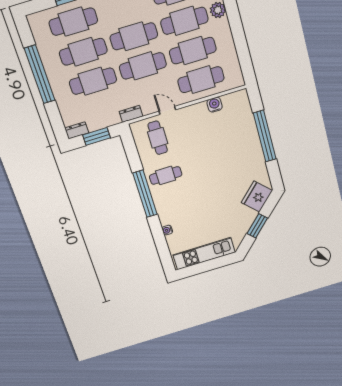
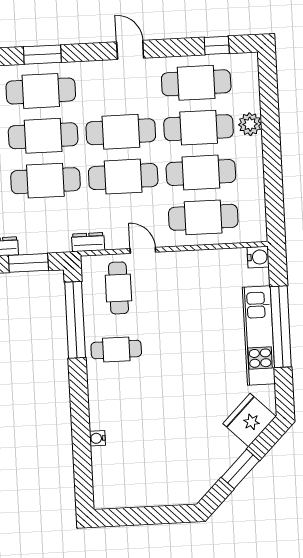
water cooler: (215, 105) -> (258, 257), moved, turned 90
window: (145, 194) -> (75, 320), moved
kitchen unit: (204, 254) -> (259, 336), moved, turned -90

